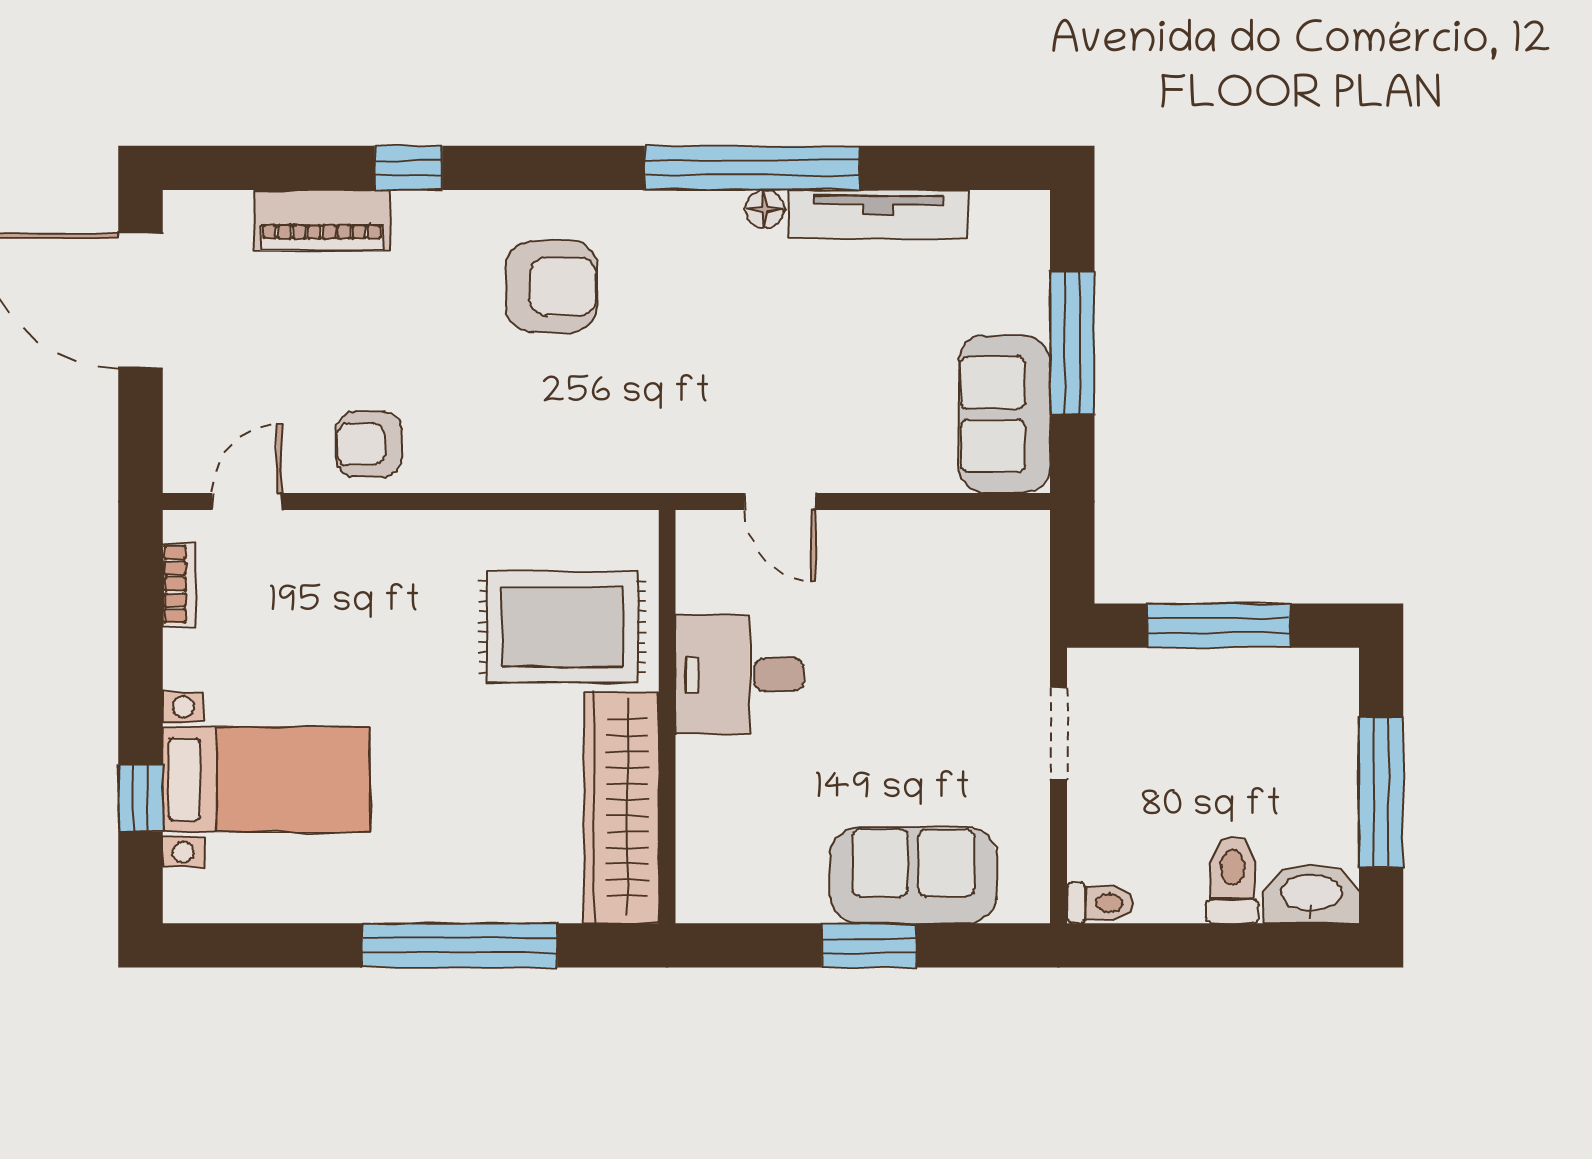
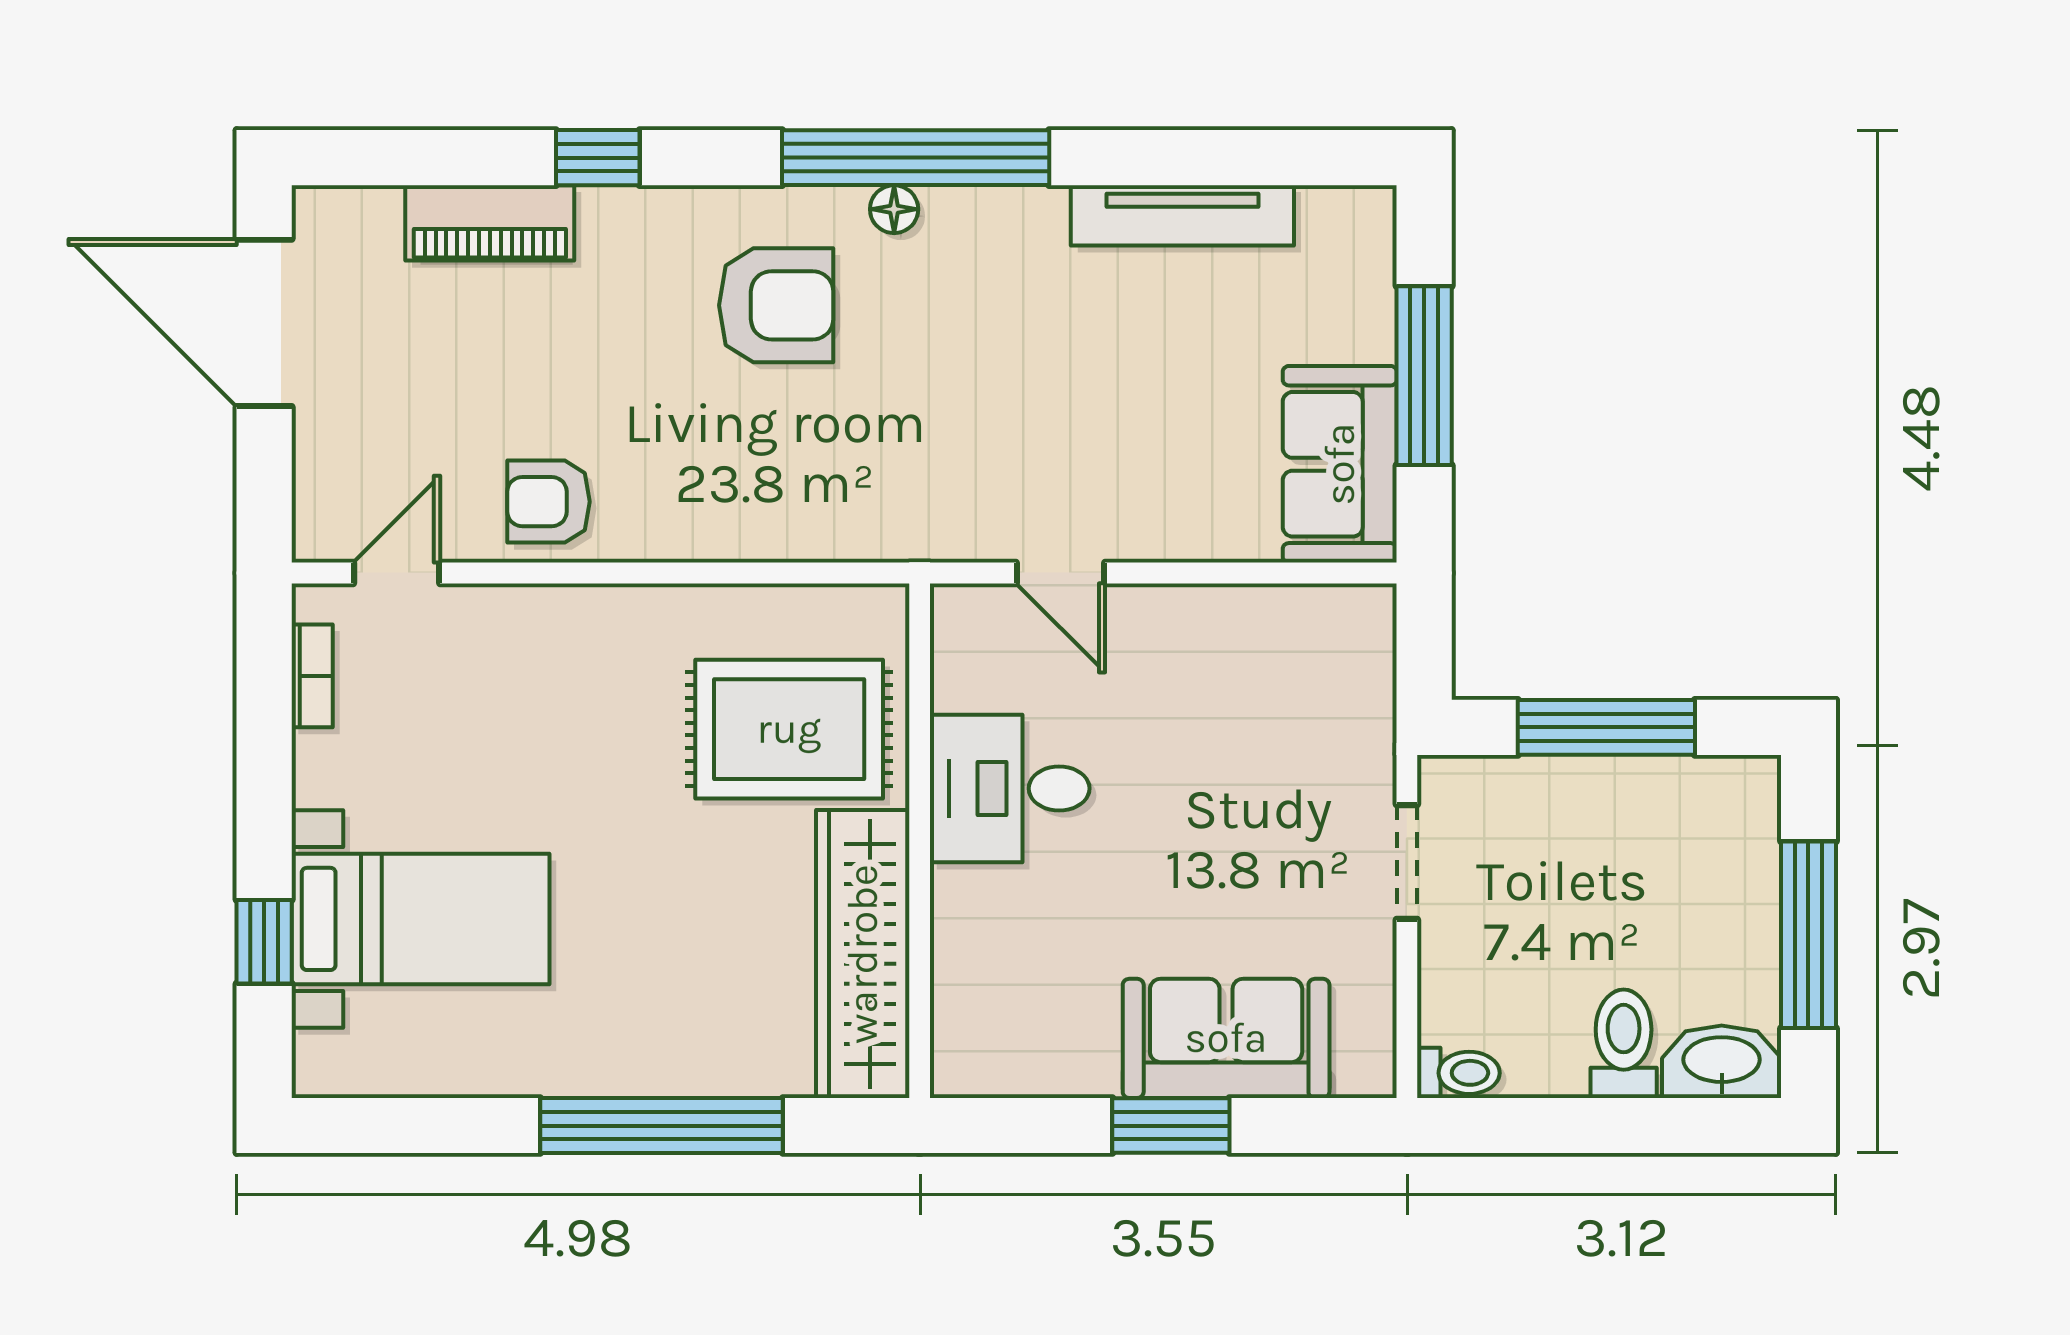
window: (752, 168) -> (916, 158), moved
floor lamp: (765, 209) -> (894, 209), moved

